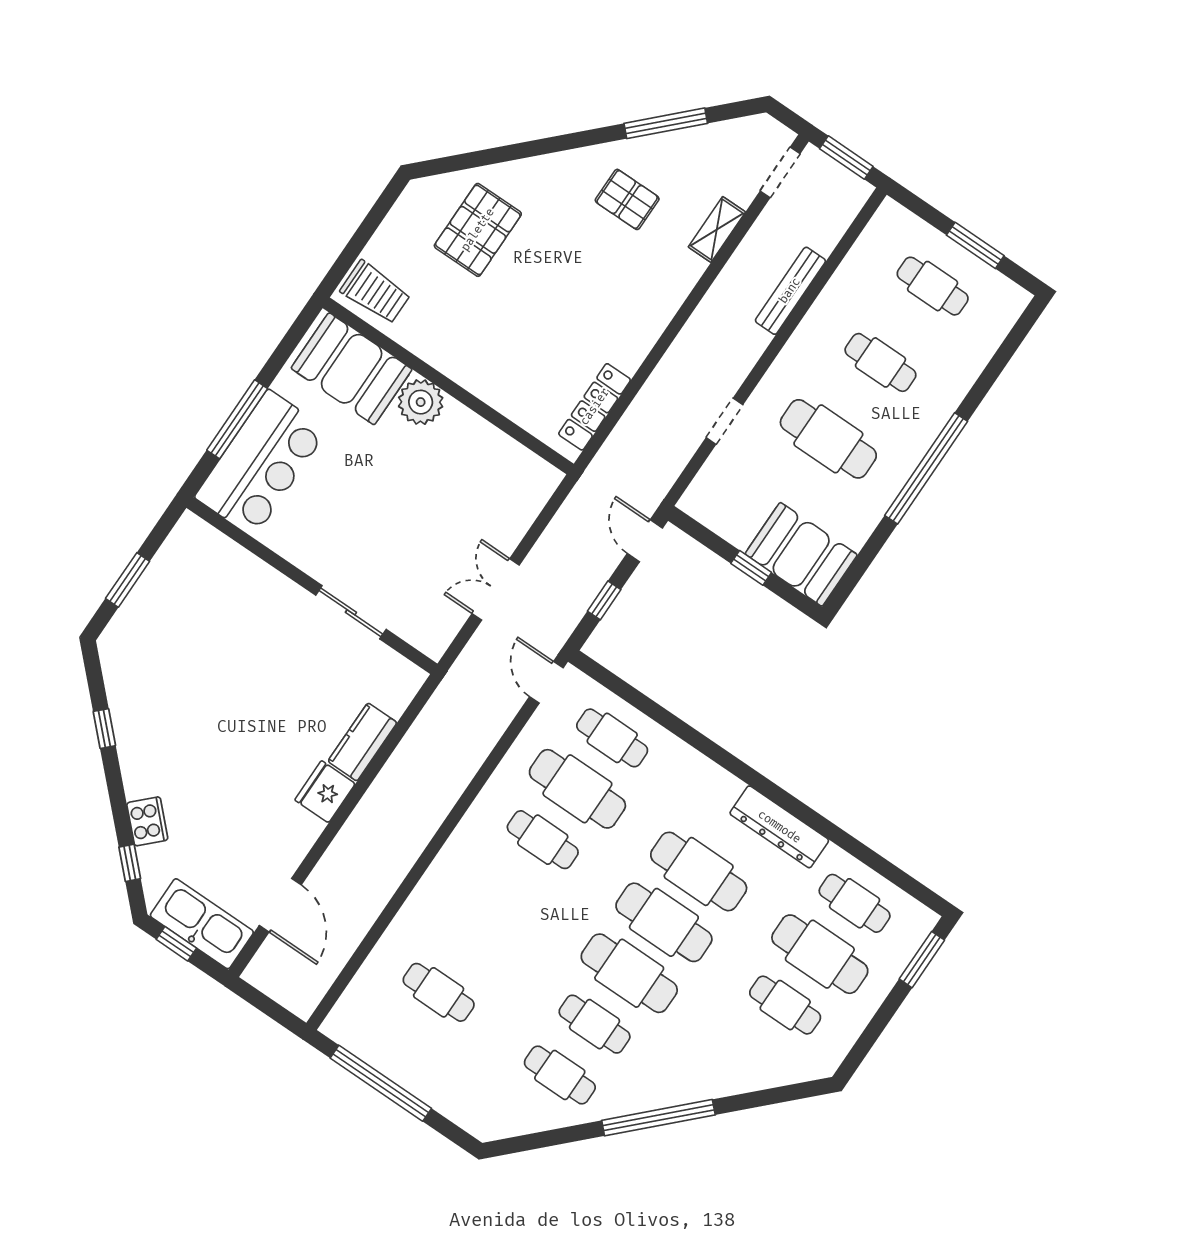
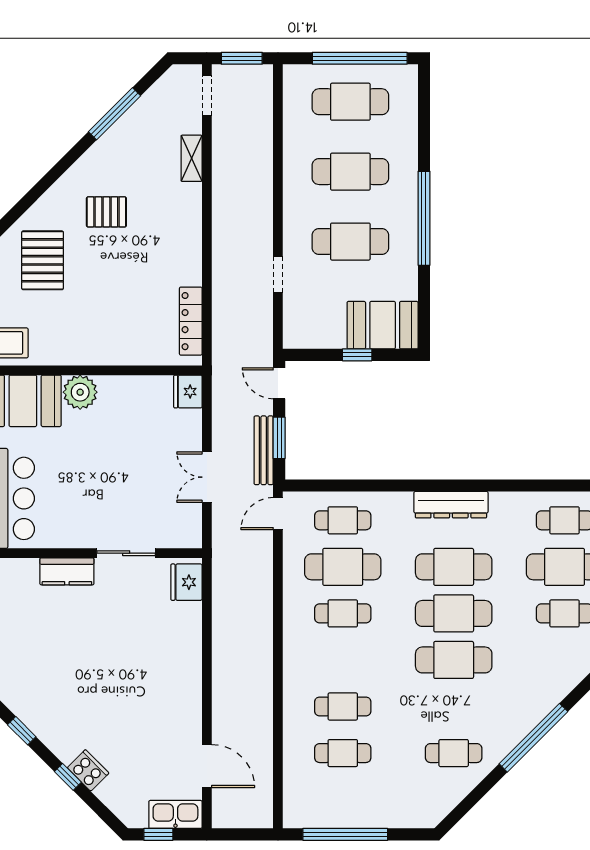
pallet: (627, 199) -> (106, 212), moved
window: (975, 245) -> (360, 58), width x2.11
cafe table: (933, 286) -> (350, 102), width x1.37, depth x1.35
bench: (790, 291) -> (264, 450), moved
cafe table: (880, 362) -> (350, 172), width x1.37, depth x1.35
fridge: (539, 482) -> (188, 392), added
window: (604, 600) -> (279, 438), width x1.50
door: (546, 682) -> (278, 514), hinge flipped
kitchen counter: (362, 742) -> (67, 571), moved, turned -90
fridge: (325, 792) -> (186, 582), moved
dresser: (779, 827) -> (451, 505), moved
window: (130, 863) -> (68, 777), moved
kitchen sink: (202, 924) -> (175, 814), width x0.73, depth x0.81
cafe table: (595, 1024) -> (343, 706), moved

